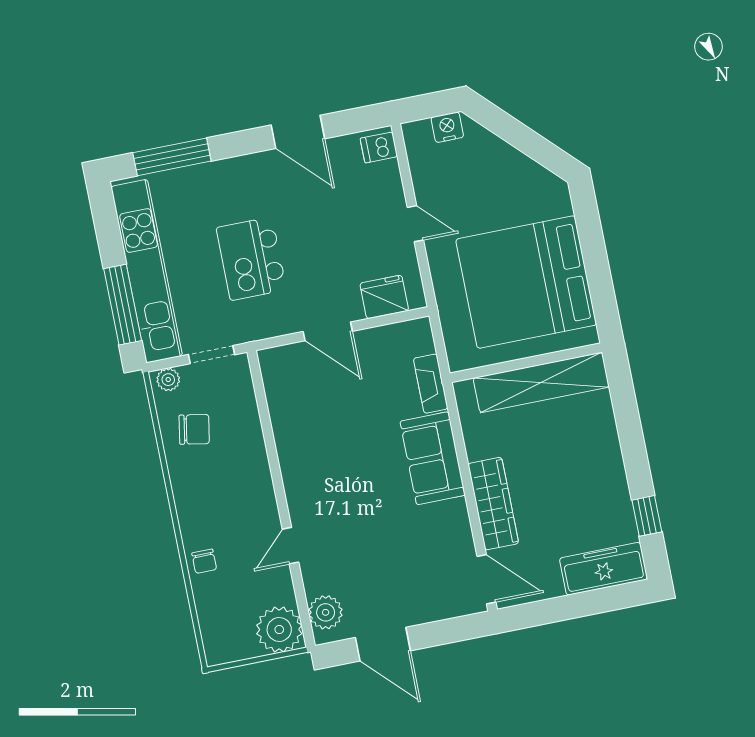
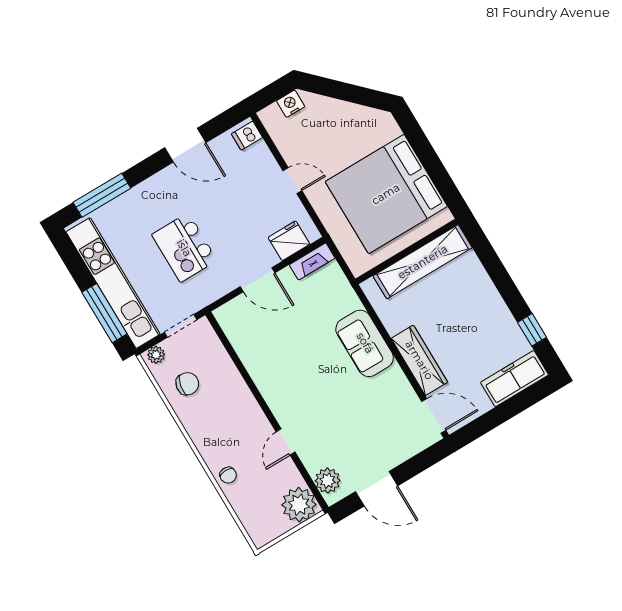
fireplace: (431, 384) -> (312, 261), moved, turned -90

